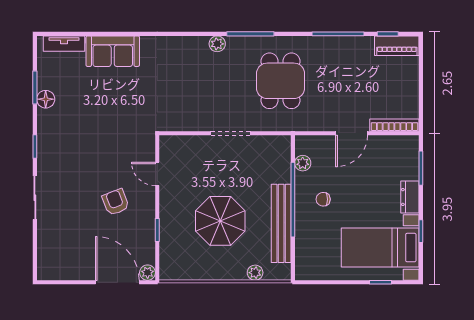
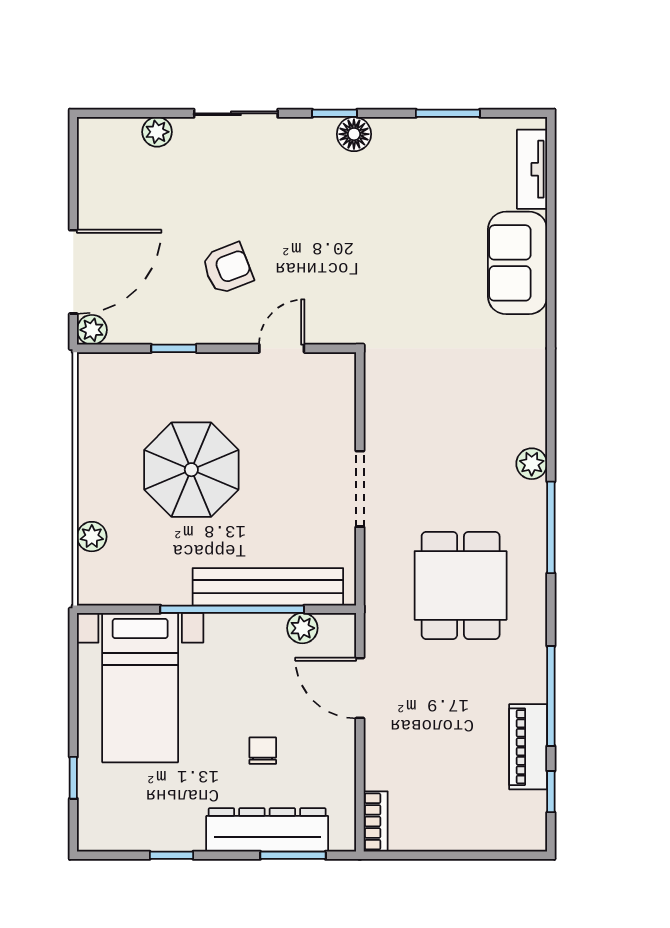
piano: (397, 46) -> (528, 747), moved
dining table: (281, 81) -> (461, 585), turned 90
floor lamp: (46, 99) -> (354, 134), moved
bookcase: (394, 125) -> (376, 821), width x0.64
door: (352, 133) -> (360, 688), moved
dresser: (410, 197) -> (267, 830), width x1.96, depth x1.24
chair: (323, 199) -> (263, 751), moved
bench: (281, 223) -> (268, 587), moved
plant: (45, 239) -> (157, 132), added
bed with nightstands: (380, 248) -> (140, 688), moved, turned 180

